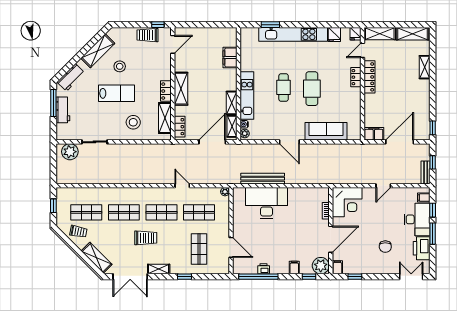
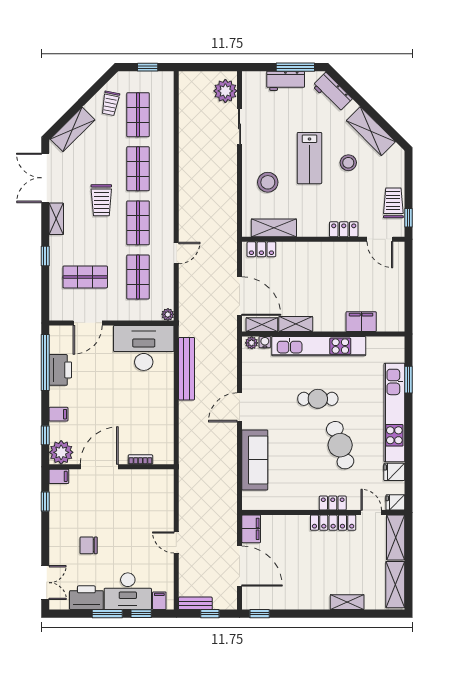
shelving: (181, 89) -> (316, 251), removed
cafe table: (312, 89) -> (340, 445), moved, turned 72
locker: (166, 91) -> (344, 229), moved
kitchen unit: (247, 96) -> (319, 346), width x1.36
corner desk: (347, 202) -> (153, 490), removed
desk: (266, 203) -> (144, 348), moved, turned -90
door: (331, 239) -> (99, 467), swing flipped
printer: (264, 269) -> (60, 370), width x1.87, depth x1.48

